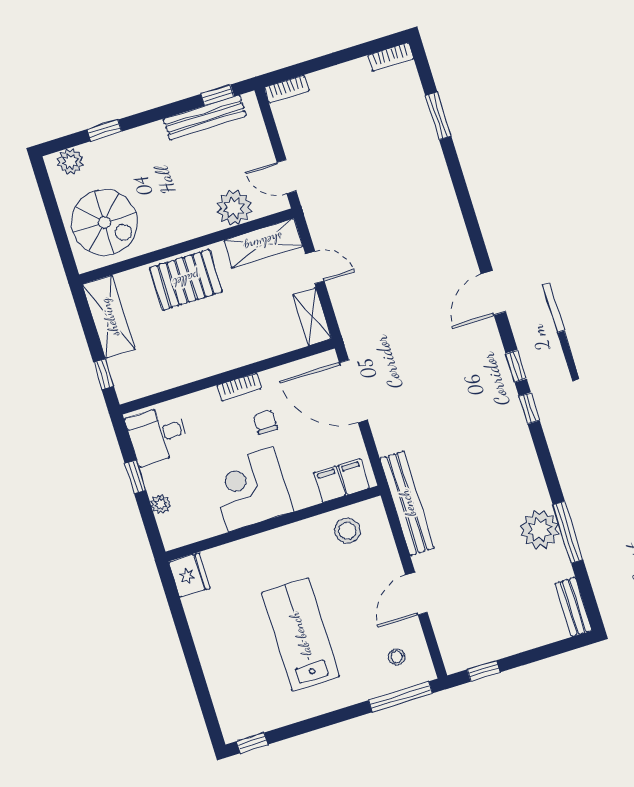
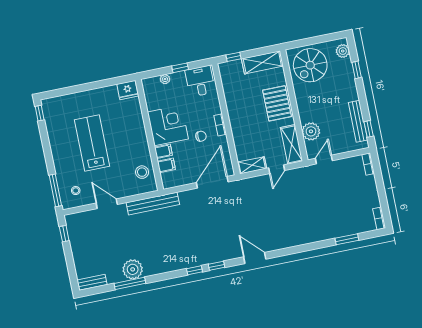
filing cabinet: (354, 477) -> (163, 151), moved
lab bench: (300, 634) -> (92, 143), turned -90

